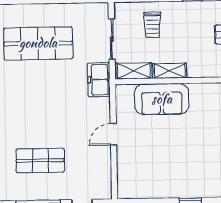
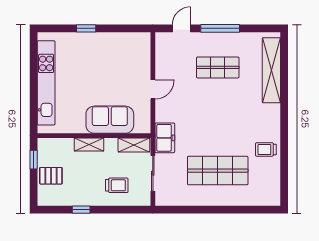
trolley: (152, 25) -> (117, 185), turned 90
shelving: (170, 71) -> (89, 145), moved

